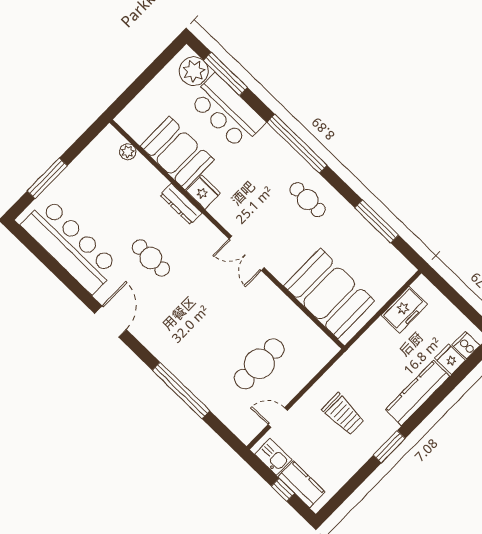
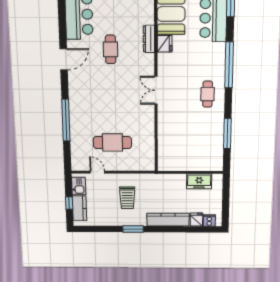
booth: (329, 293) -> (174, 143), removed

